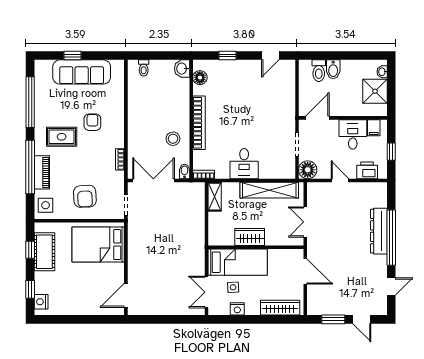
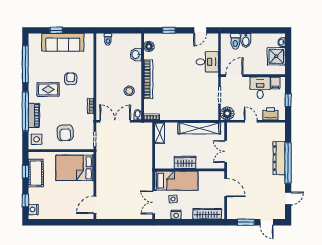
washbasin: (182, 69) -> (136, 55), moved
desk: (244, 164) -> (207, 62), moved, turned -90

